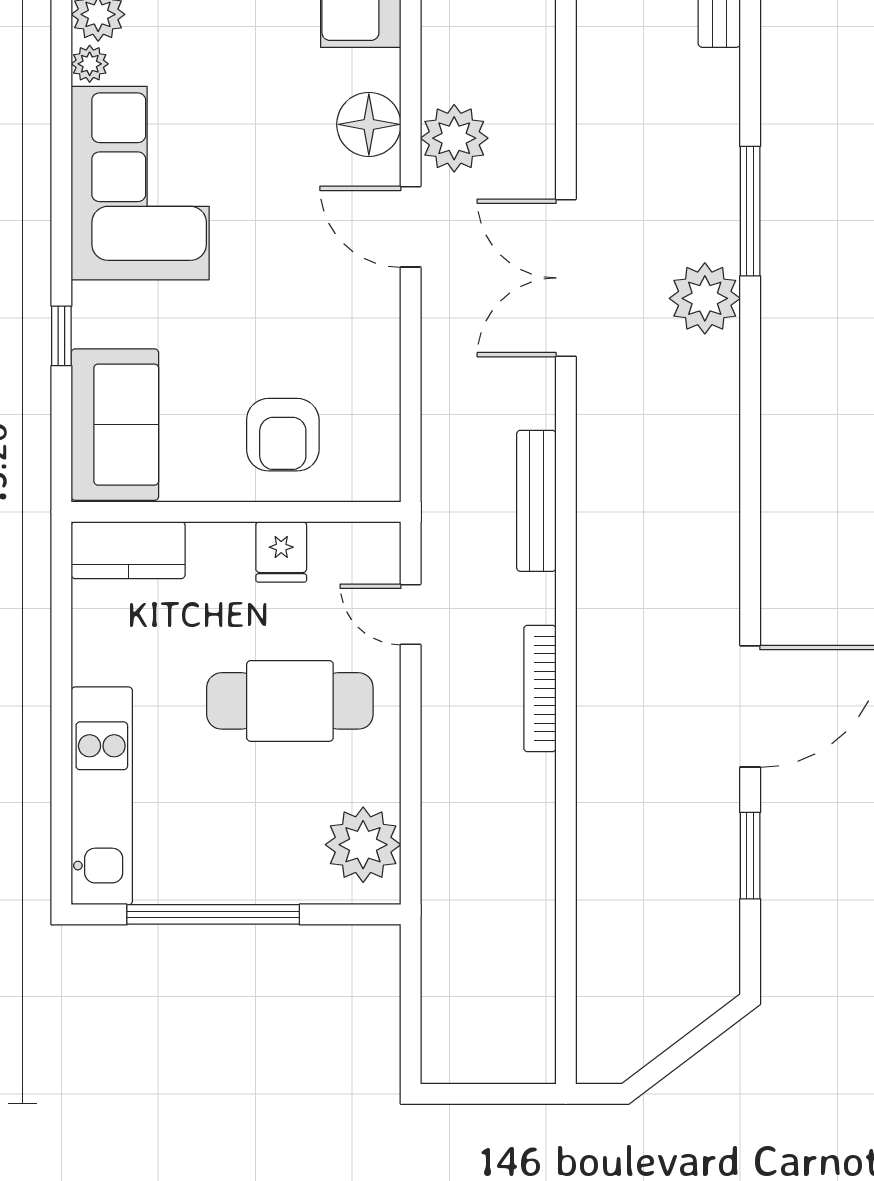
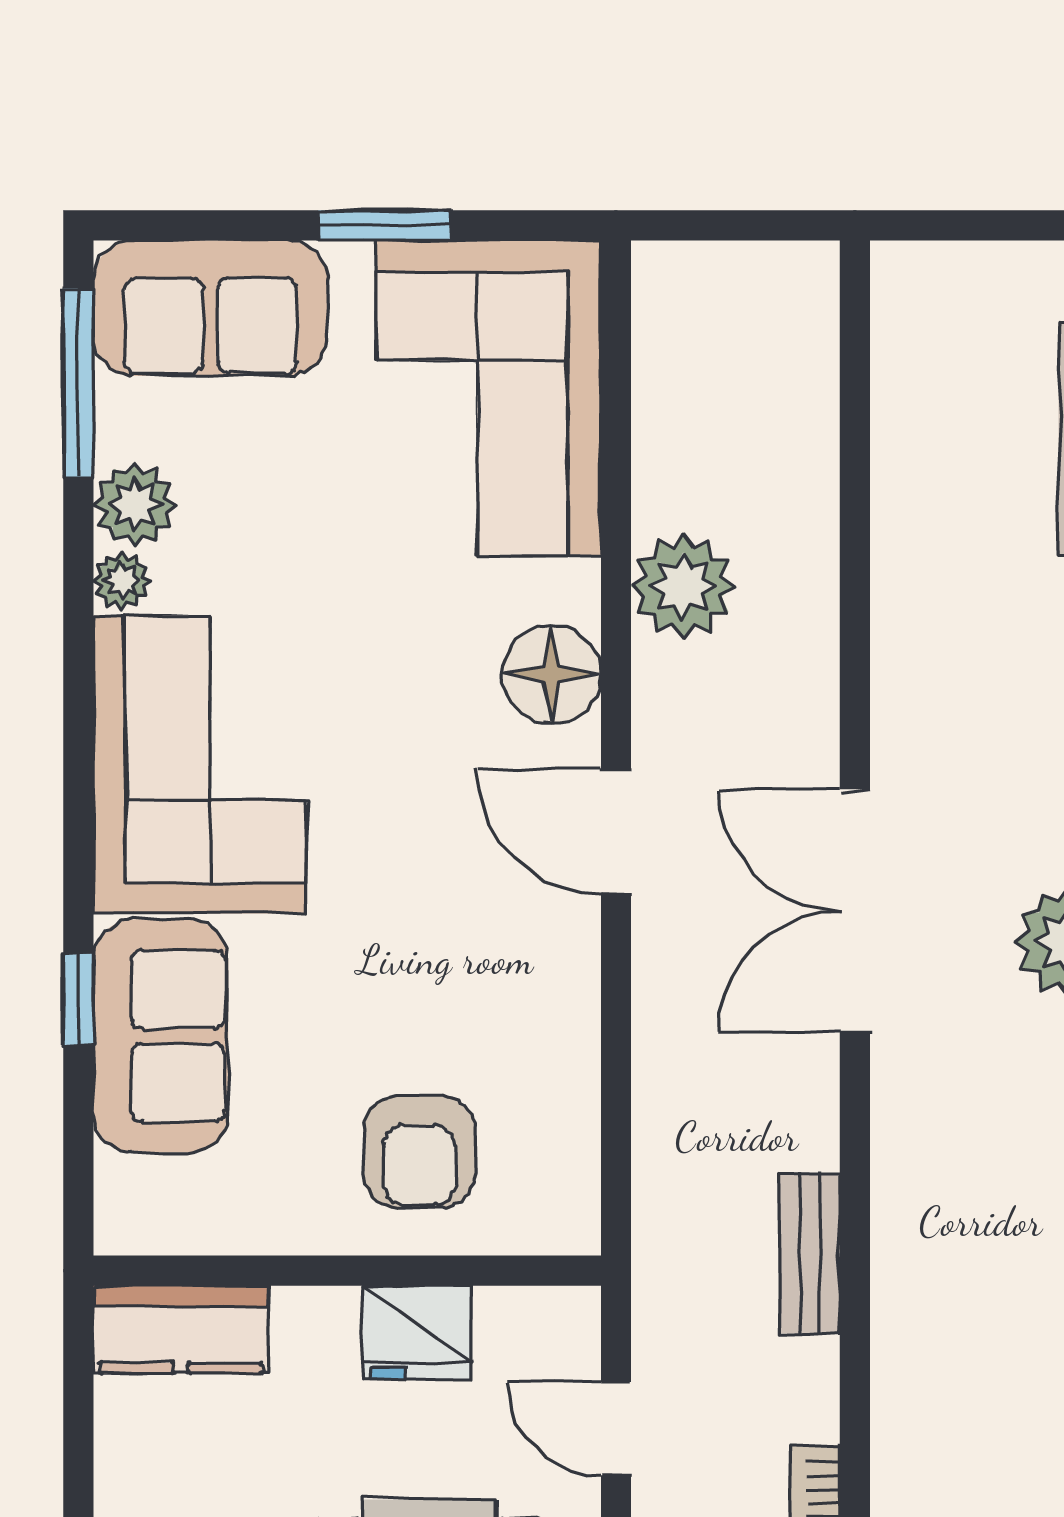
plant: (454, 138) -> (683, 586), moved
sofa: (115, 425) -> (161, 1036), moved
bench: (536, 501) -> (810, 1254), width x0.73
fridge: (281, 552) -> (417, 1332), width x1.38

